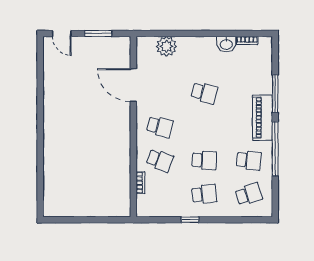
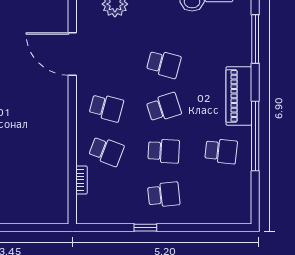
window: (275, 94) -> (255, 39), moved
school desk: (249, 194) -> (164, 108), moved

